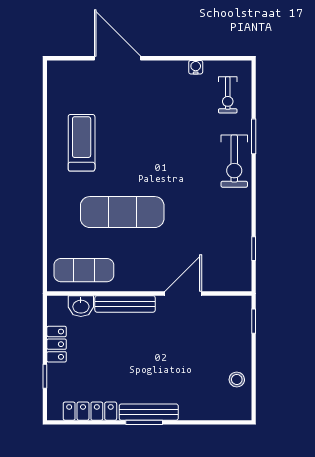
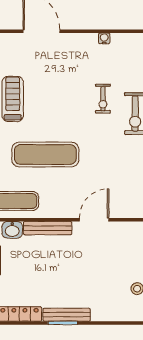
exercise bike: (228, 95) -> (103, 99), moved

